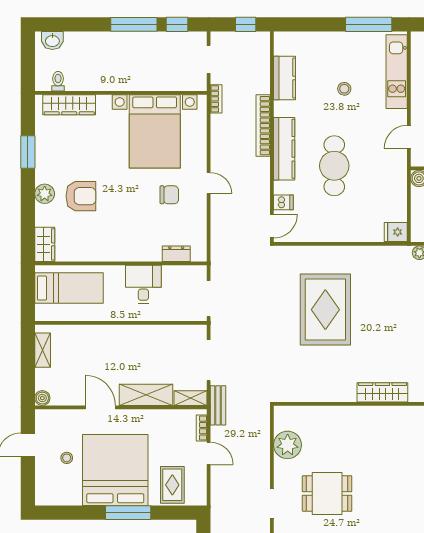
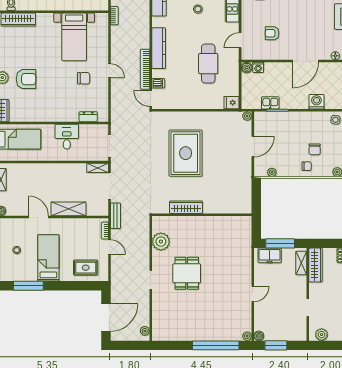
bookcase: (263, 126) -> (145, 69), moved
bed with nightstands: (155, 131) -> (74, 37), width x0.73
cafe table: (334, 166) -> (208, 64), moved
door: (272, 226) -> (151, 99), swing flipped
wardrobe: (382, 392) -> (186, 207), moved
shelving: (191, 398) -> (98, 168), moved
bed: (115, 470) -> (48, 258), width x0.49
rug: (172, 485) -> (86, 268), turned 90
dining table: (327, 494) -> (187, 273), turned 90
window: (128, 513) -> (28, 286), moved

